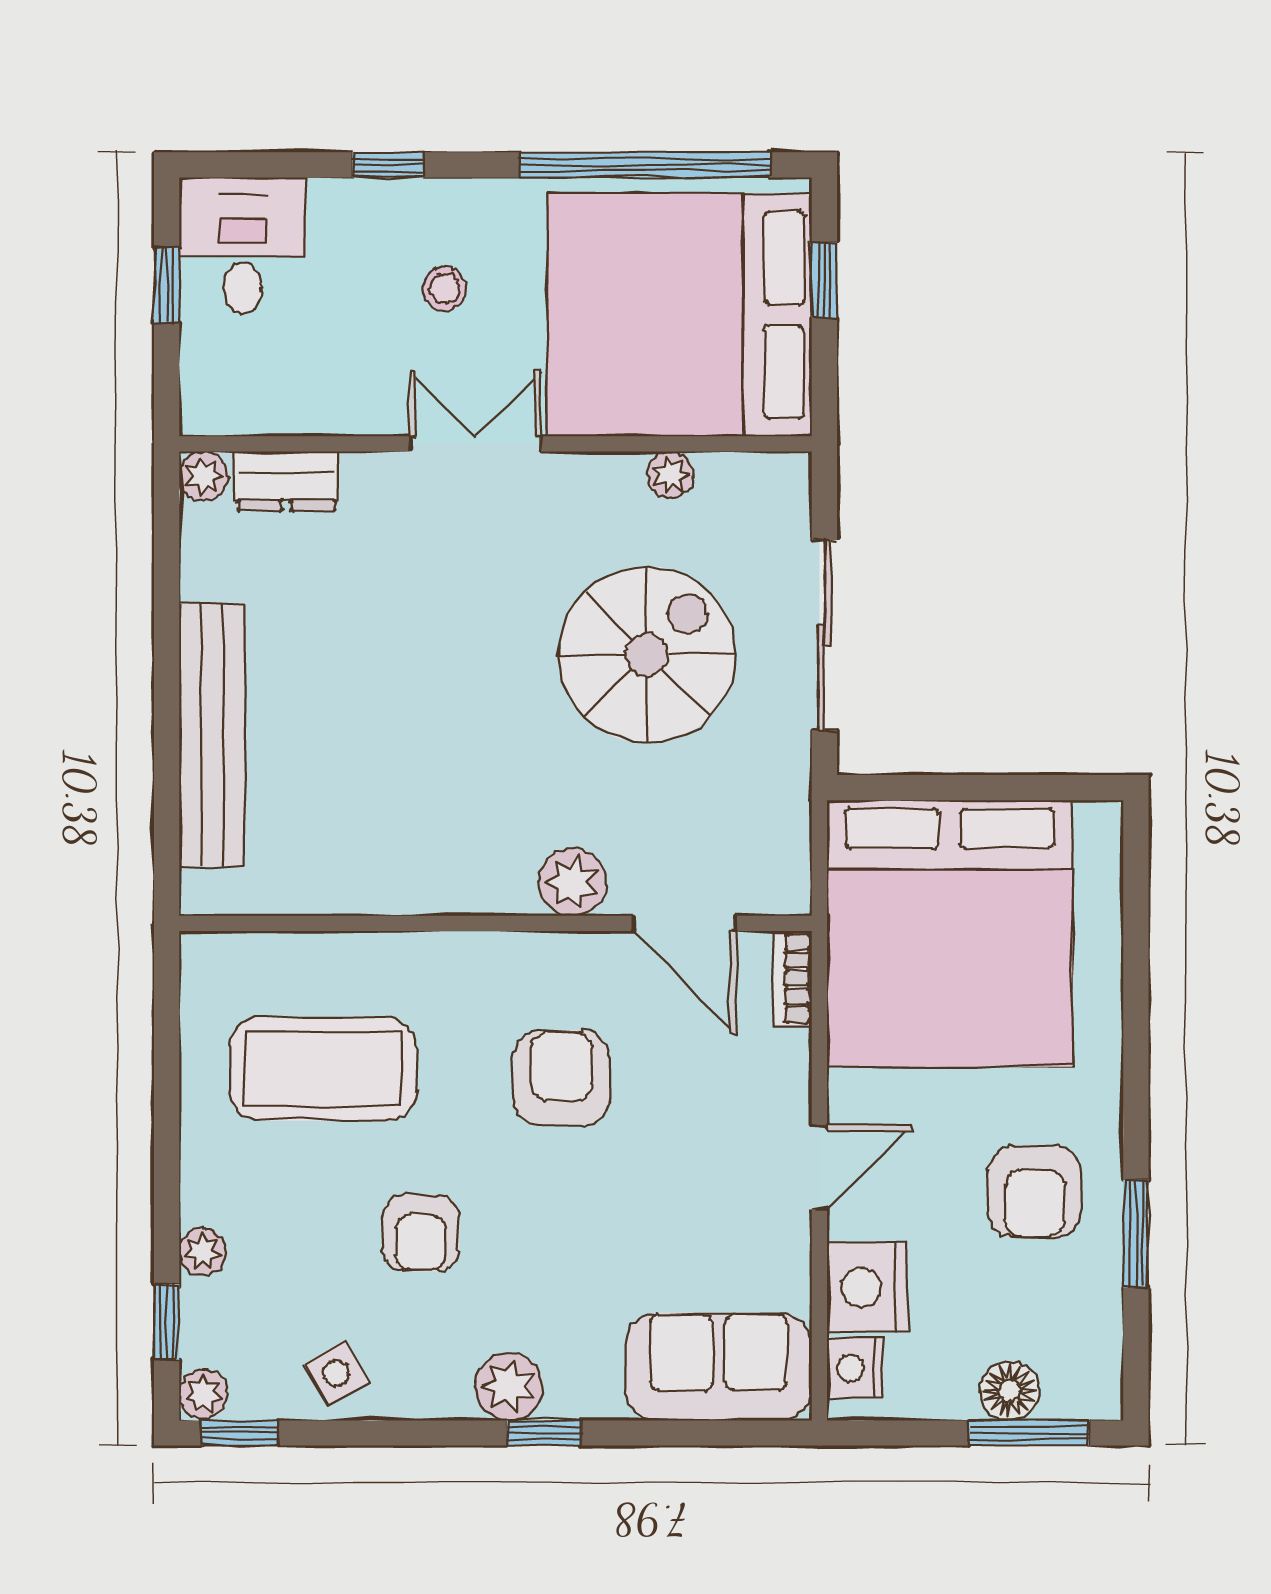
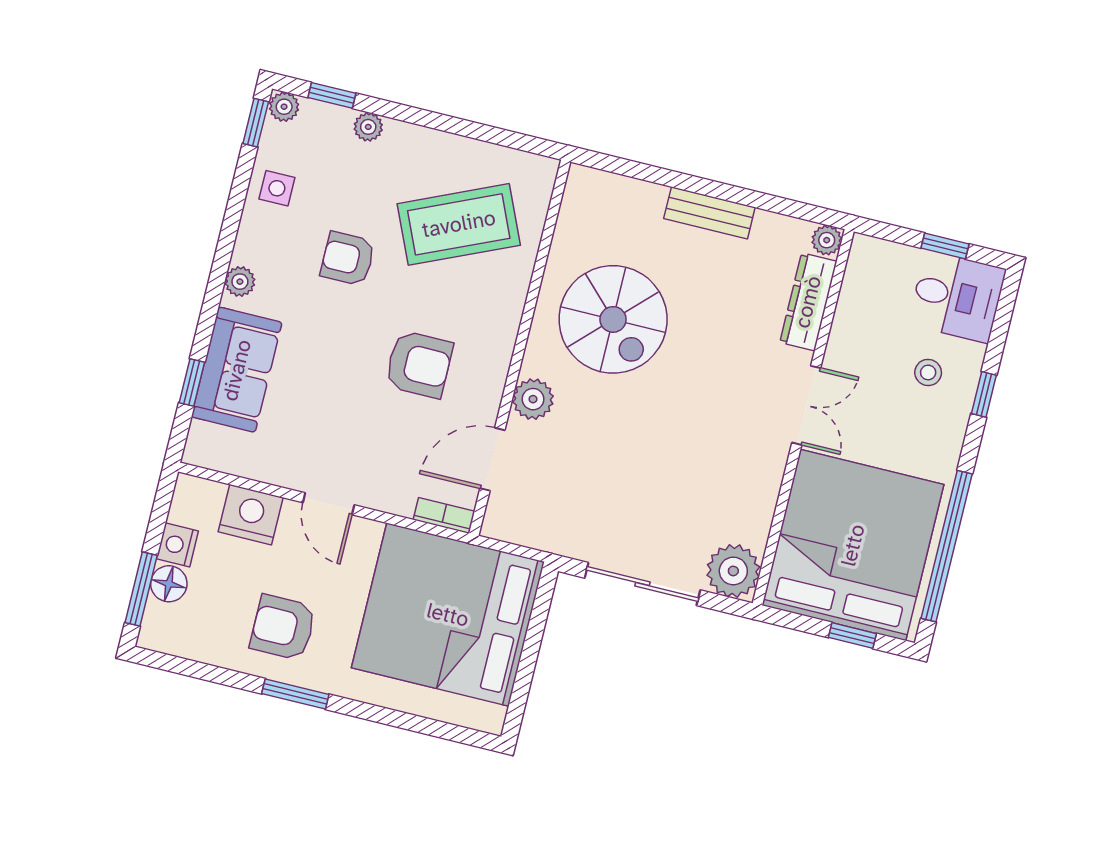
stool: (444, 289) -> (928, 372), moved
plant: (670, 475) -> (733, 571), moved, width x1.88, depth x1.88
dresser: (286, 481) -> (808, 302), width x1.44
spiral stairs: (647, 655) -> (613, 319), moved
bench: (212, 735) -> (709, 213), width x0.54, depth x0.82
coffee table: (323, 1069) -> (459, 224), turned 66
window: (1136, 1234) -> (295, 694), moved
sofa: (719, 1367) -> (237, 370), moved
nightstand: (855, 1368) -> (177, 545), moved, turned -90
side table: (336, 1373) -> (277, 188), turned 31
plant: (509, 1386) -> (240, 282), width x0.73, depth x0.73
window: (544, 1433) -> (192, 383), moved

